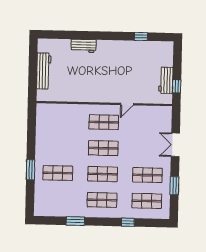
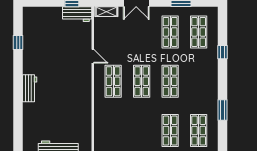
workbench: (84, 46) -> (30, 88), moved
workbench: (166, 80) -> (77, 14), moved
shelving: (167, 118) -> (106, 12), added
shop shelf: (102, 200) -> (199, 131), moved

